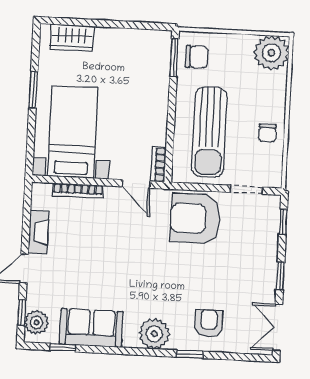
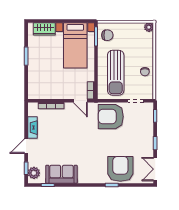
plant: (271, 53) -> (149, 27), width x0.53, depth x0.53
bed with nightstands: (73, 132) -> (75, 45), moved, turned 180
armchair: (209, 323) -> (120, 169), width x1.88, depth x1.88
plant: (154, 334) -> (93, 176), removed

